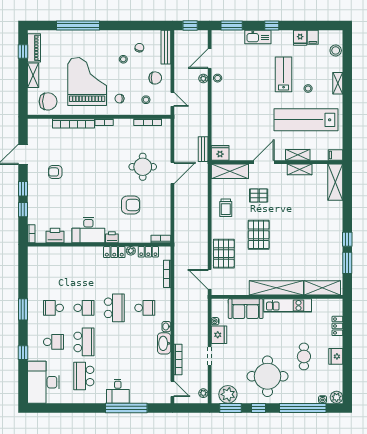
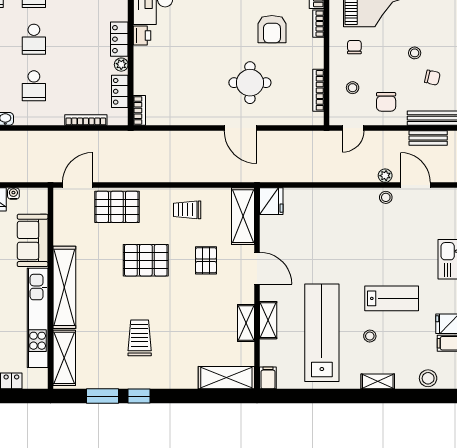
bench: (203, 149) -> (428, 138), moved
armchair: (131, 205) -> (272, 29), moved
trolley: (309, 239) -> (140, 338), added
kitchen unit: (288, 305) -> (38, 318), width x1.36
school desk: (114, 308) -> (34, 39), width x0.54

